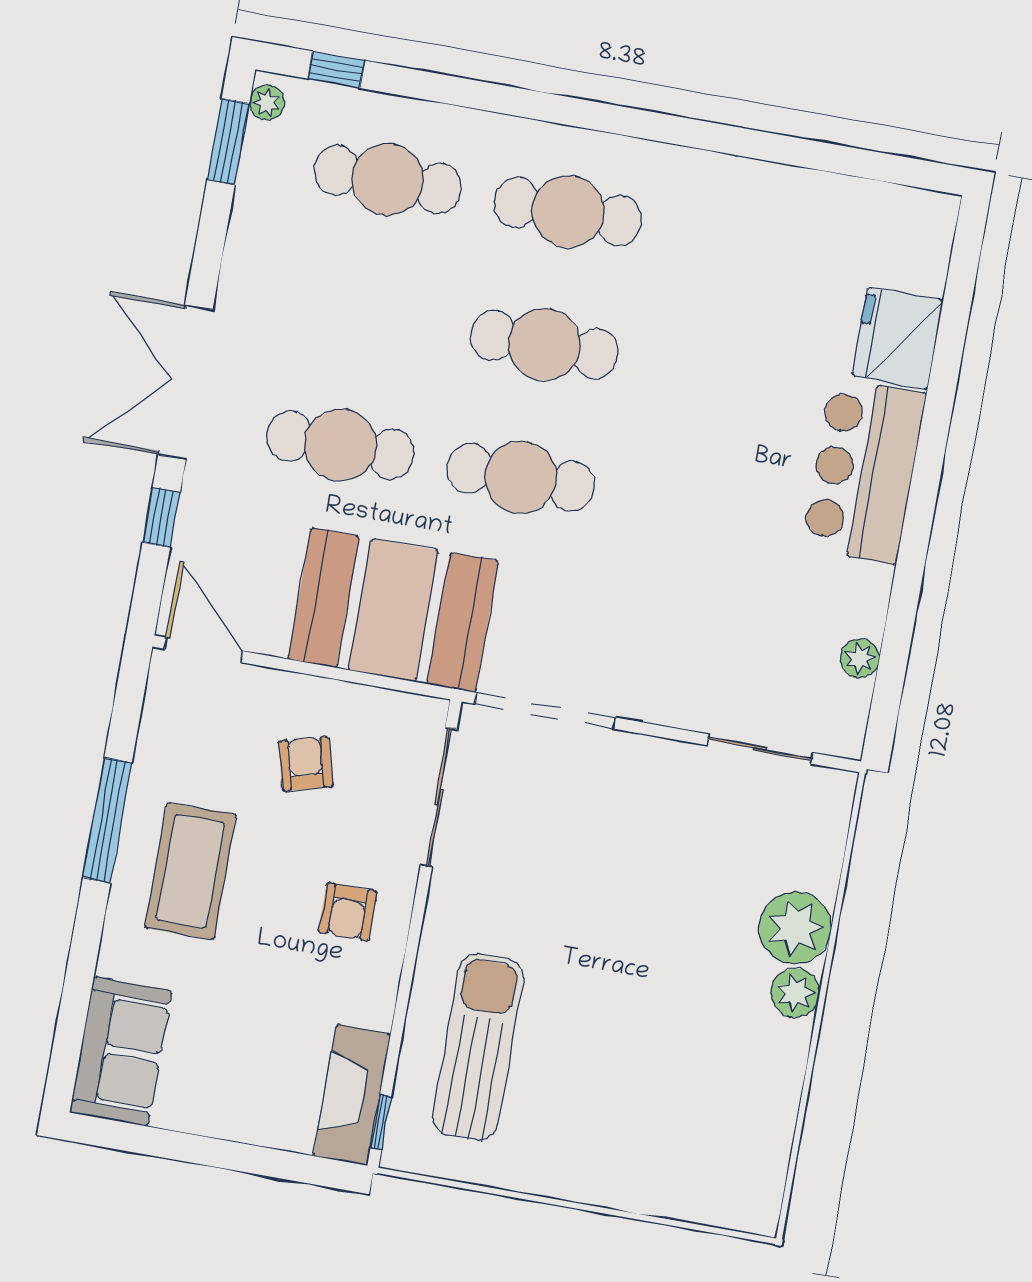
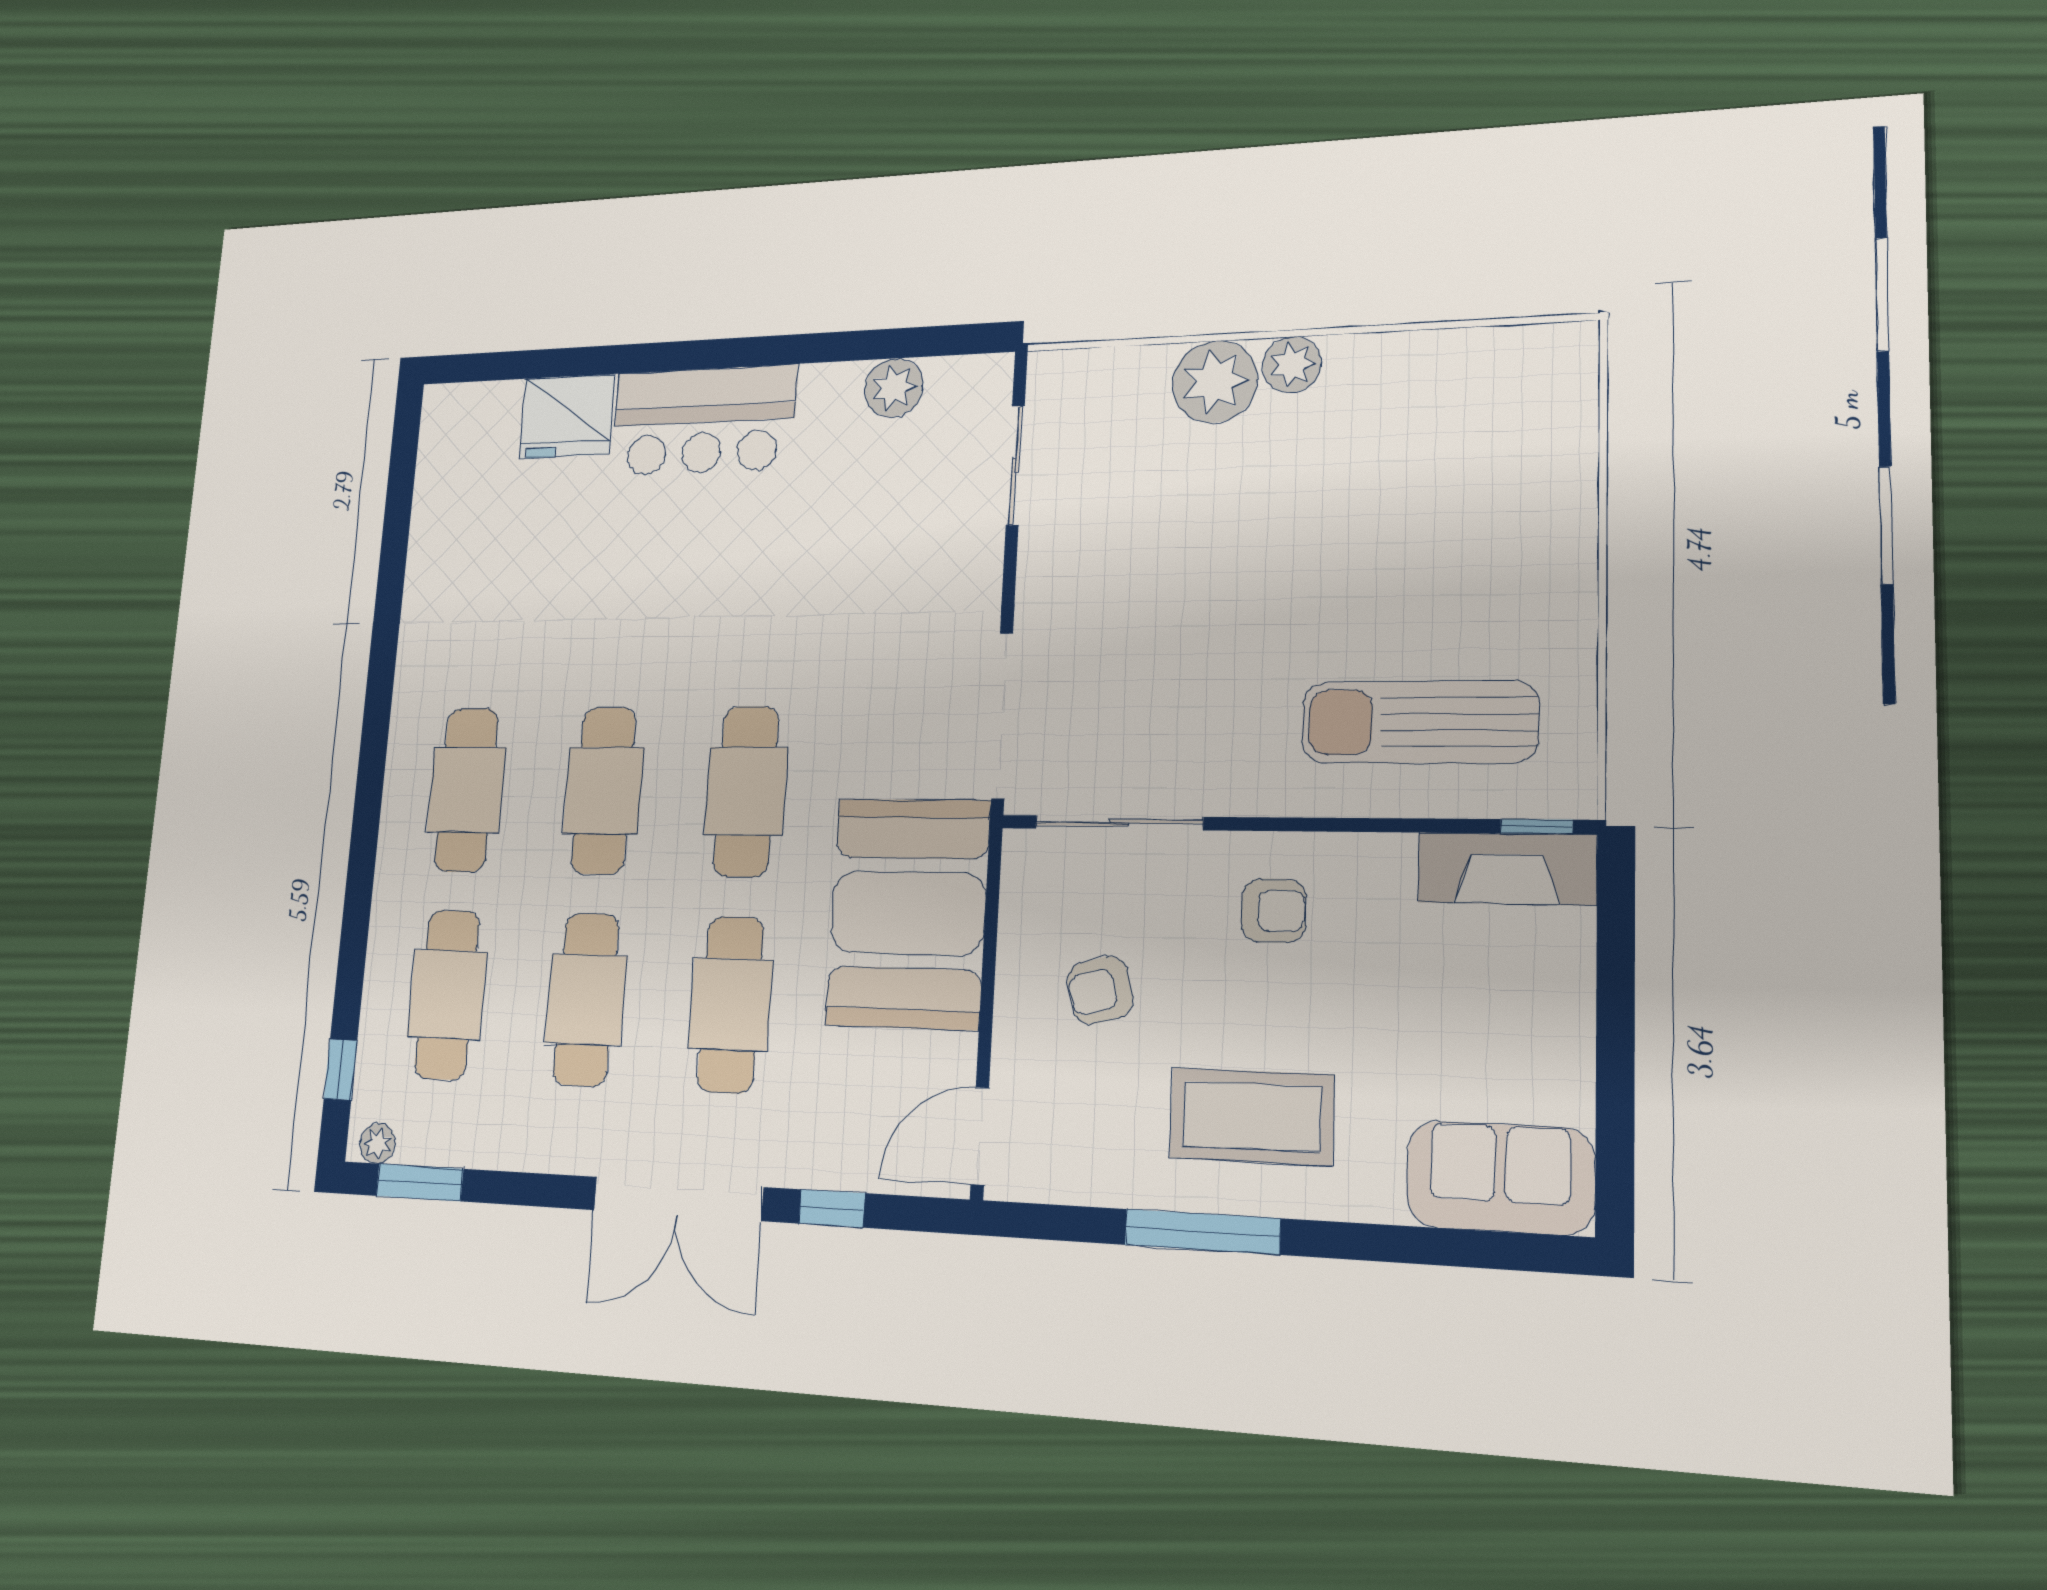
cafe table: (364, 312) -> (586, 999), added
plant: (860, 658) -> (894, 388), width x1.38, depth x1.38

